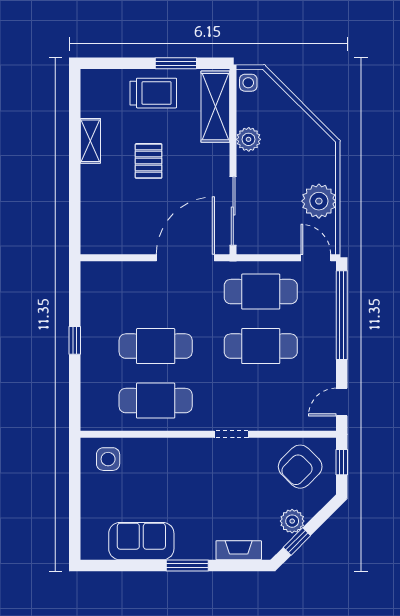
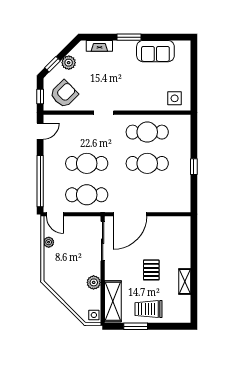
plant: (319, 201) -> (49, 242), width x0.53, depth x0.53
window: (297, 541) -> (53, 64), moved

